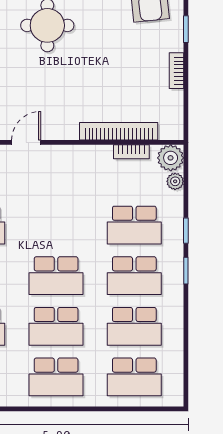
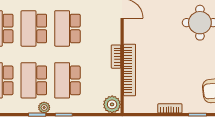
bookcase: (131, 152) -> (116, 57), moved
plant: (175, 181) -> (44, 107), moved
school desk: (56, 225) -> (67, 28), added

